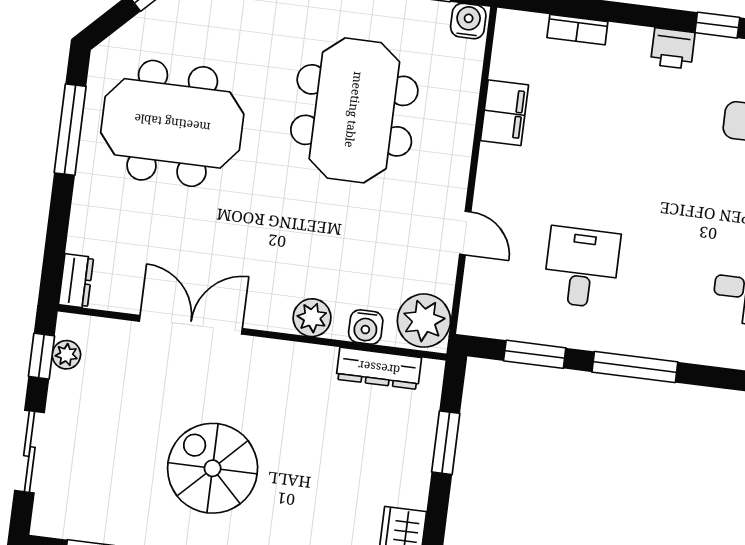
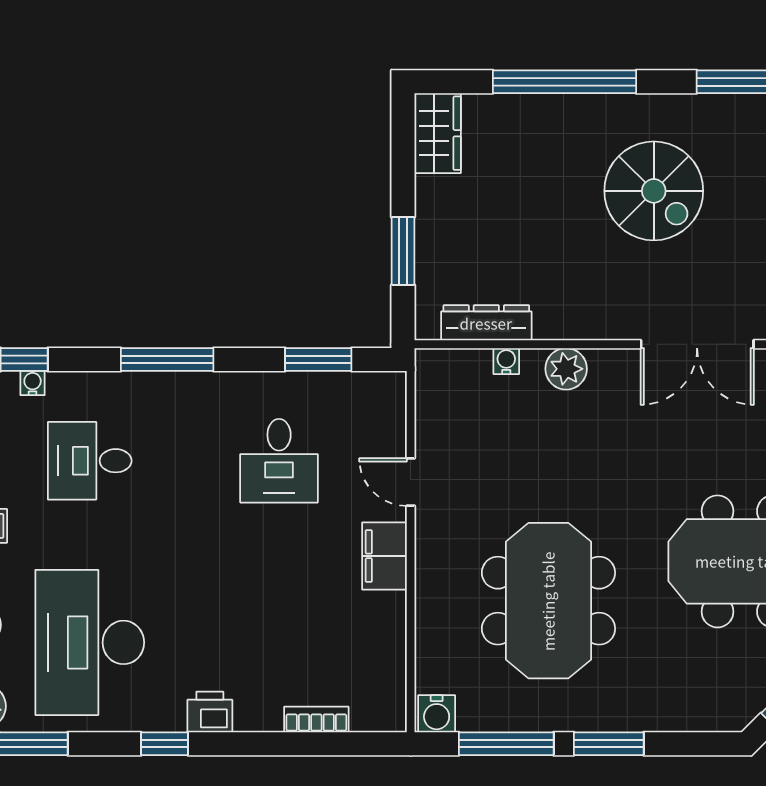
filing cabinet: (504, 113) -> (384, 556), moved
plant: (424, 321) -> (444, 381), removed
water cooler: (366, 327) -> (506, 361), width x0.72, depth x0.72
window: (635, 367) -> (167, 359), moved

